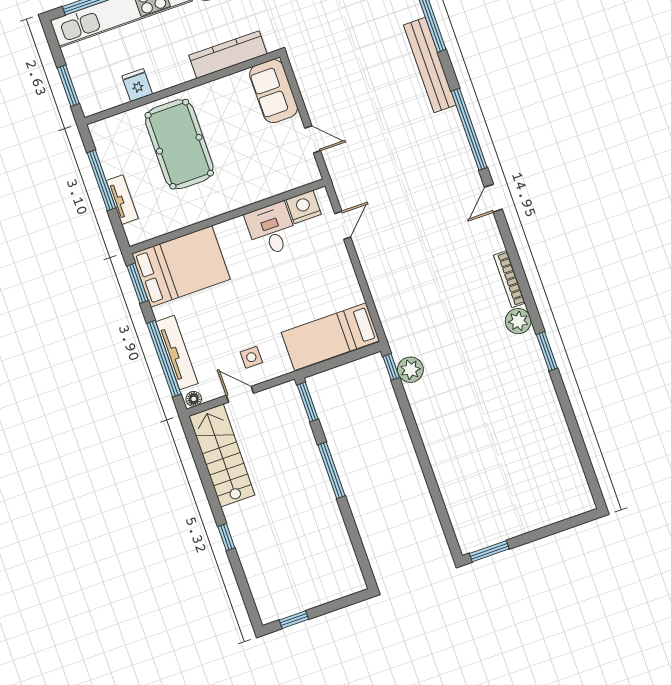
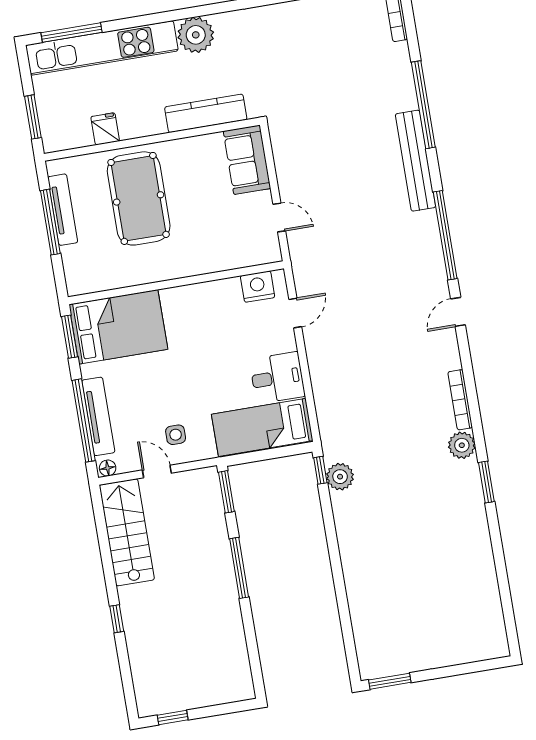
tv unit: (122, 200) -> (63, 210), moved, width x1.41
desk: (271, 229) -> (277, 378), moved, turned 90

